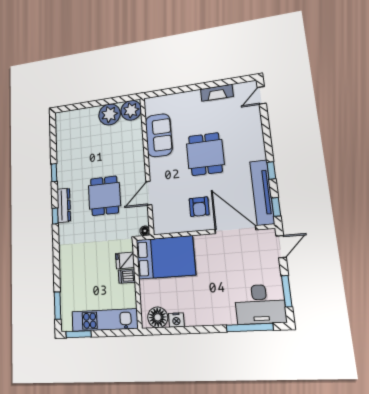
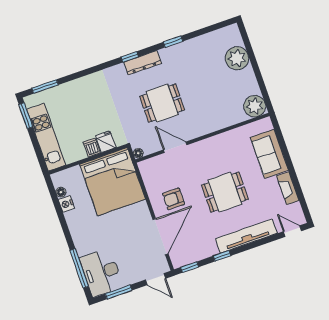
plant: (109, 114) -> (237, 58), moved
sofa: (159, 135) -> (269, 154), moved, turned 90
tv unit: (262, 193) -> (246, 236), moved
bed: (165, 257) -> (113, 182), width x1.36
floor lamp: (158, 317) -> (61, 192), width x0.53, depth x0.53

